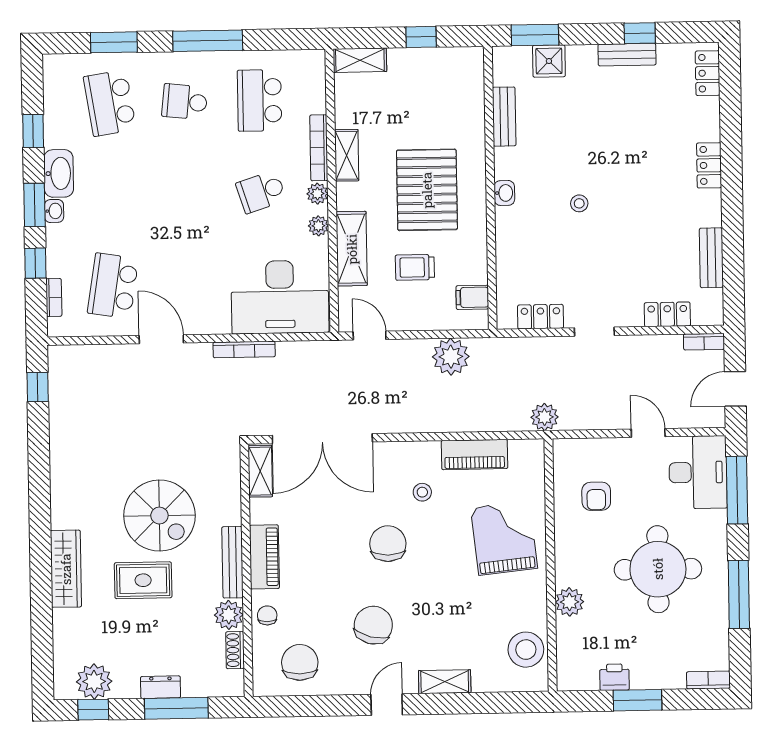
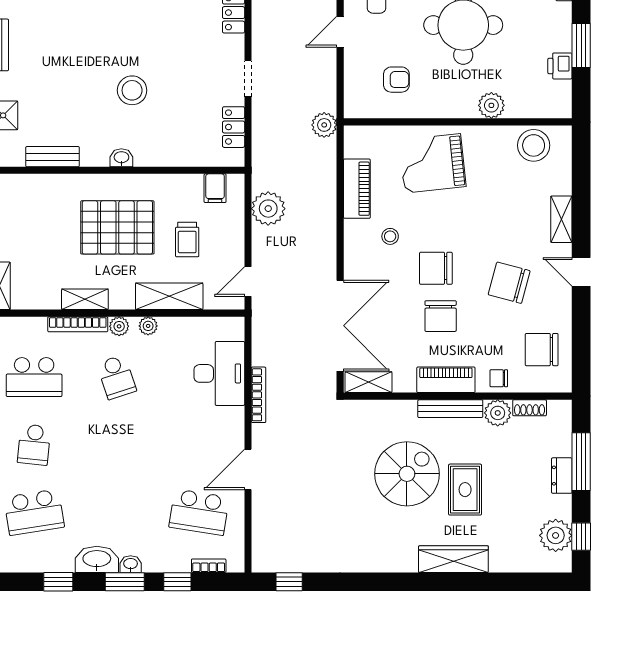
stool: (579, 203) -> (132, 90), width x1.89, depth x1.89
desk: (280, 297) -> (219, 373), width x0.73, depth x0.77
chair: (335, 550) -> (441, 316), added

